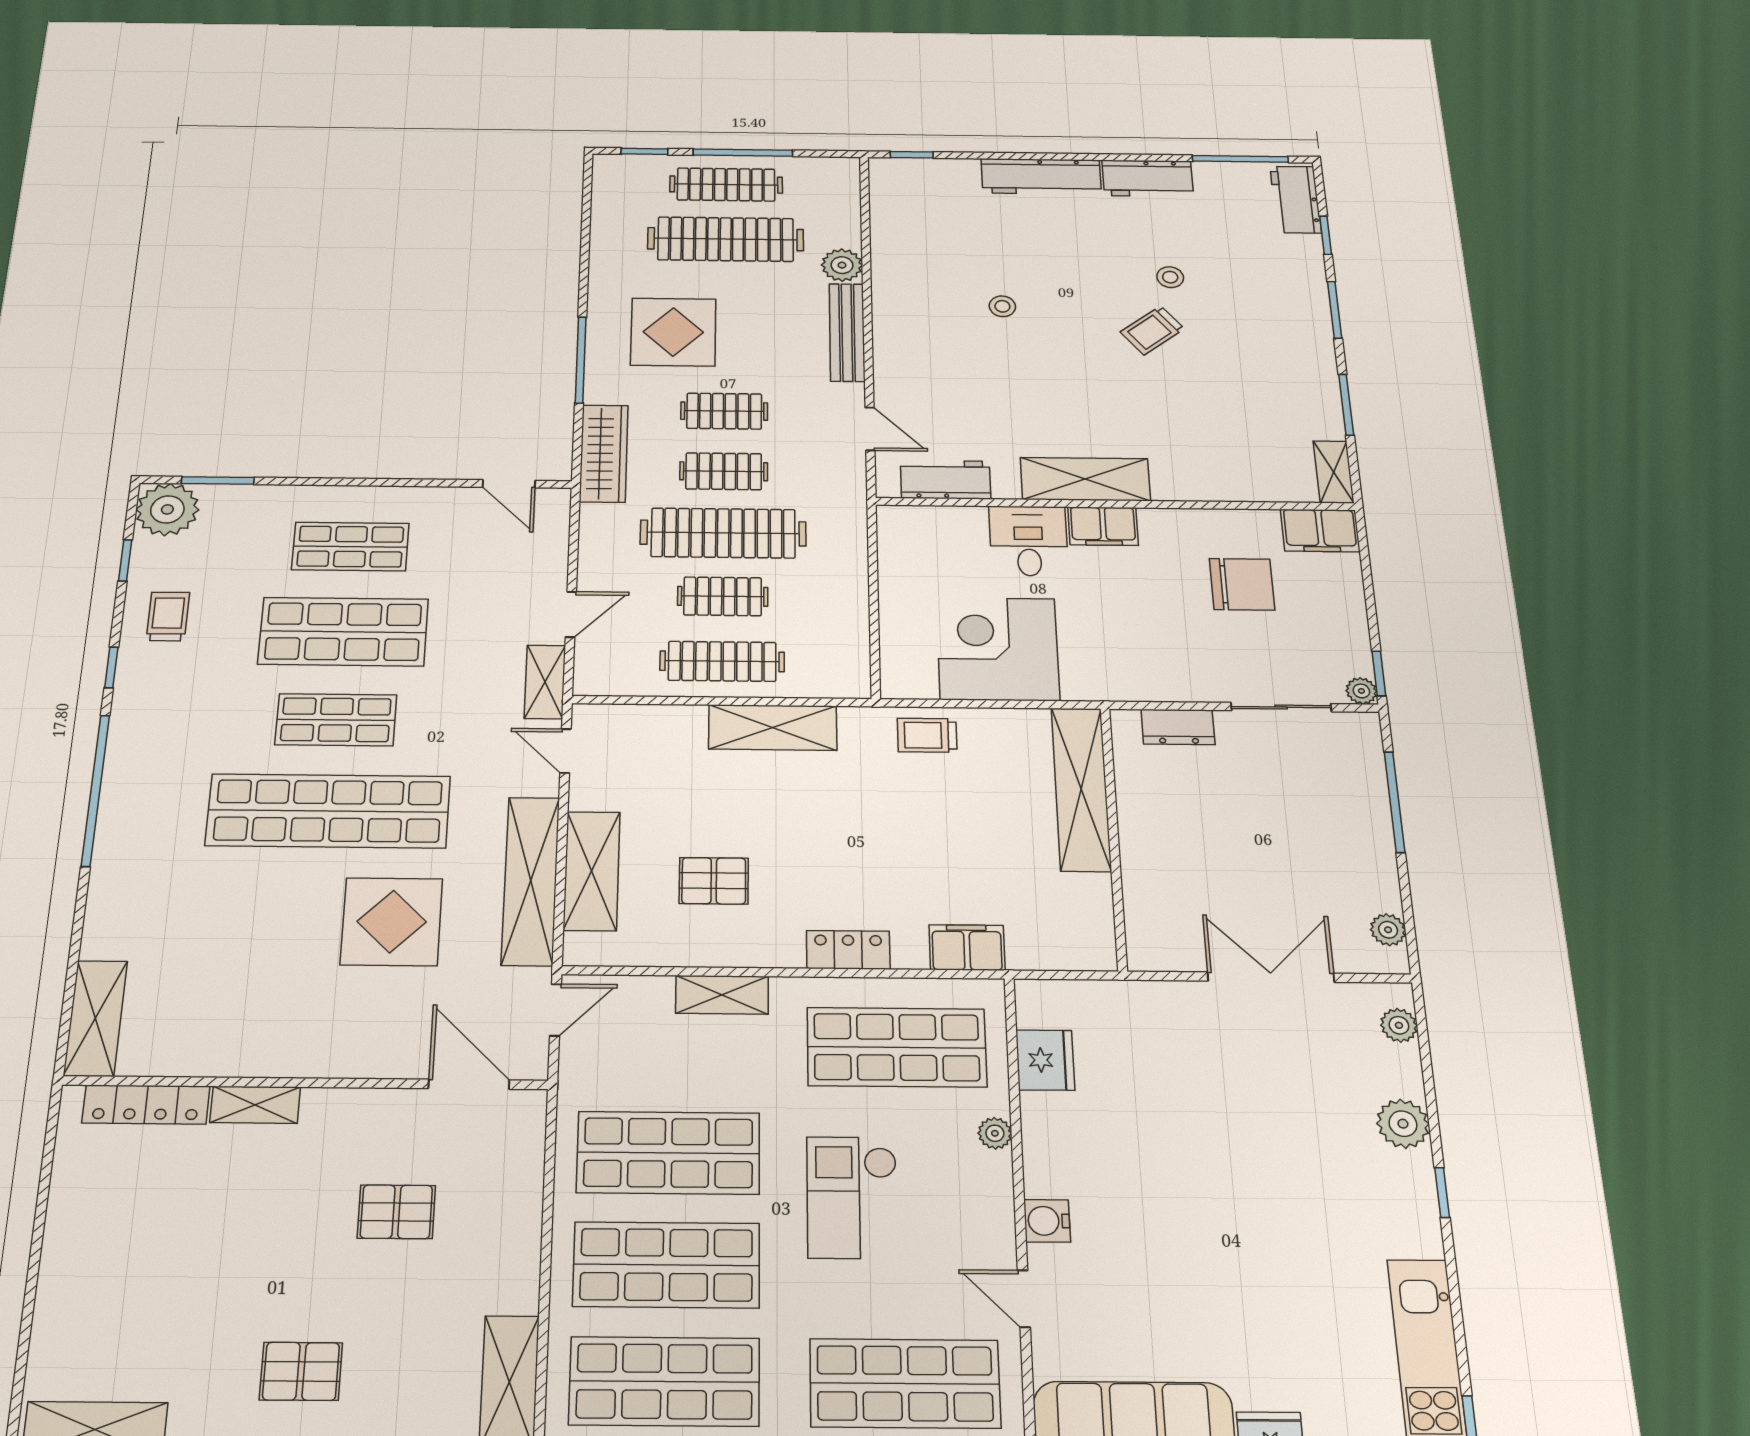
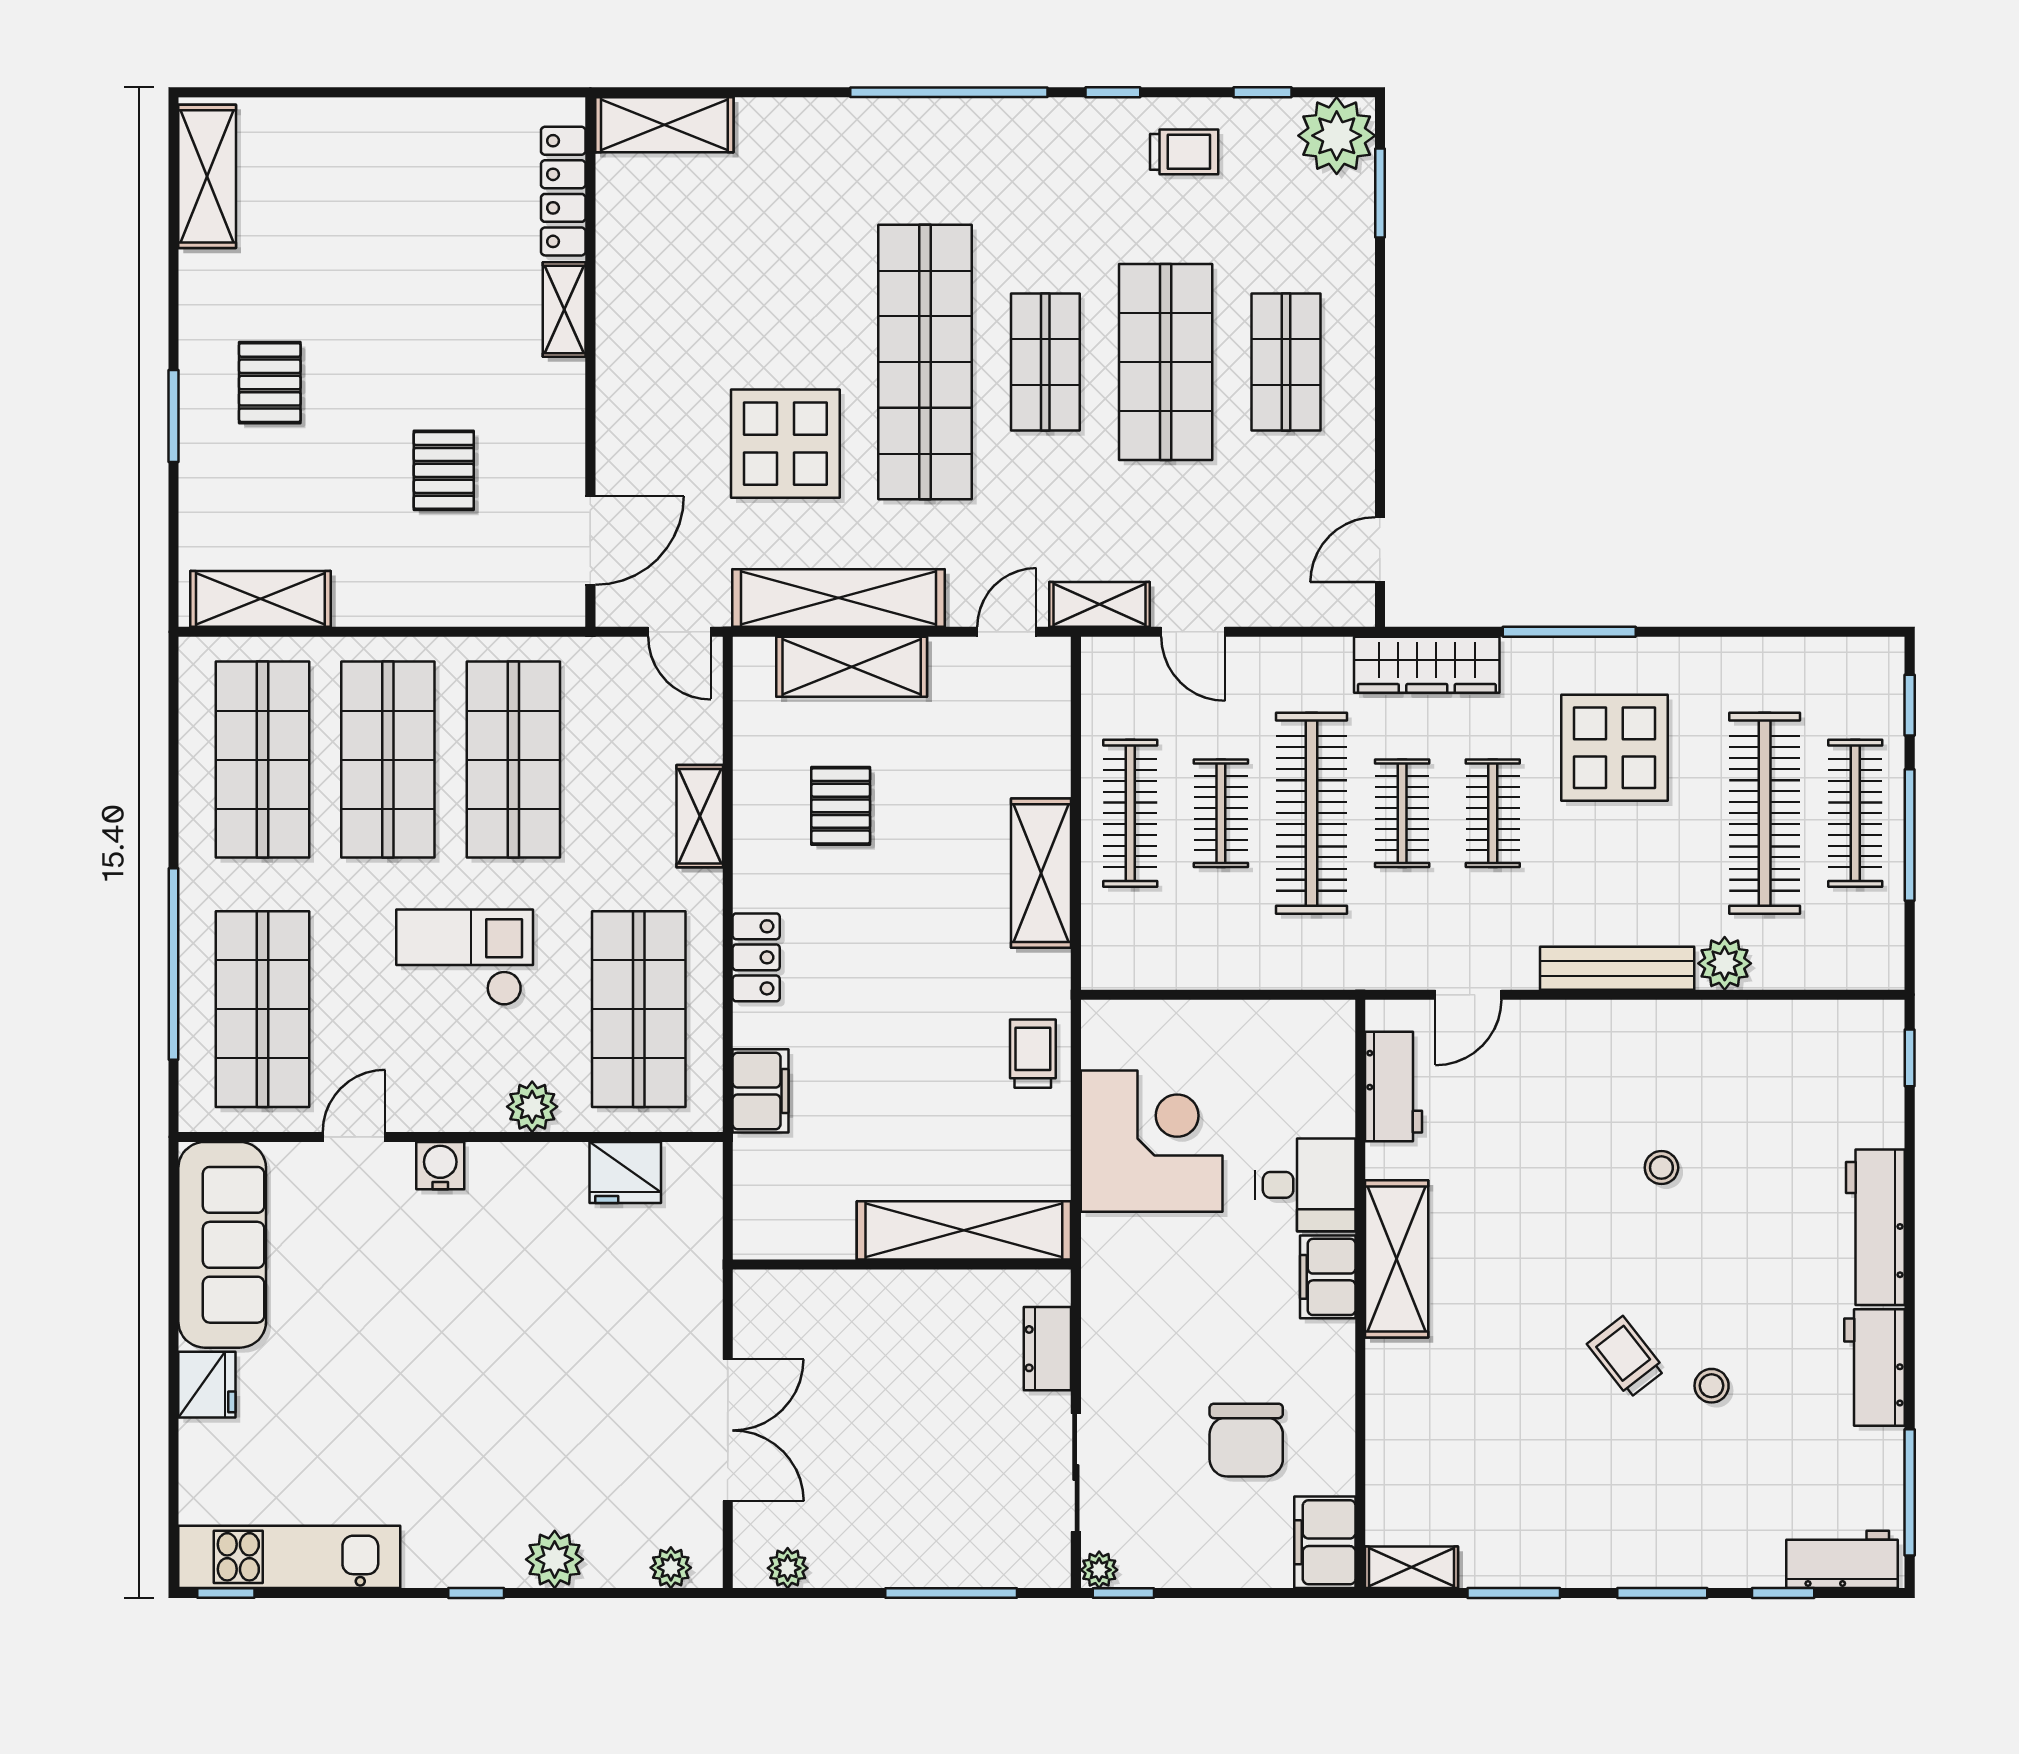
plant: (995, 1133) -> (532, 1107), width x1.38, depth x1.38

